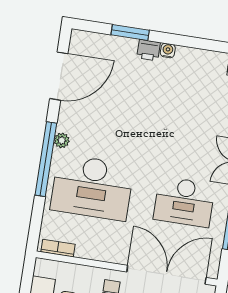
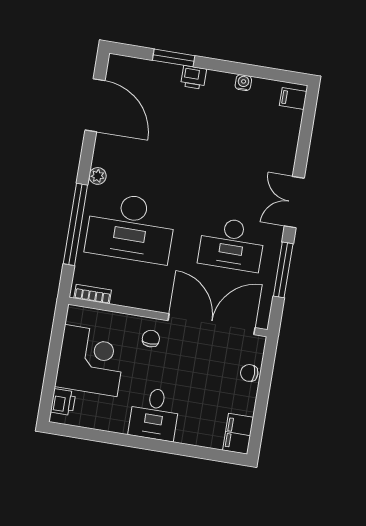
water cooler: (168, 50) -> (243, 83), moved
door: (59, 76) -> (95, 105), hinge flipped
window: (46, 159) -> (75, 224), moved

